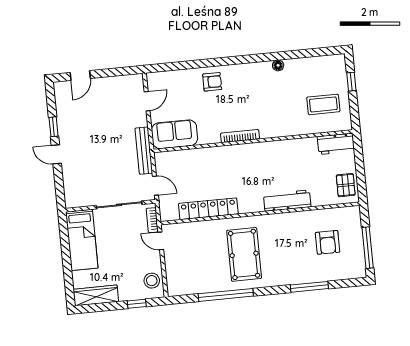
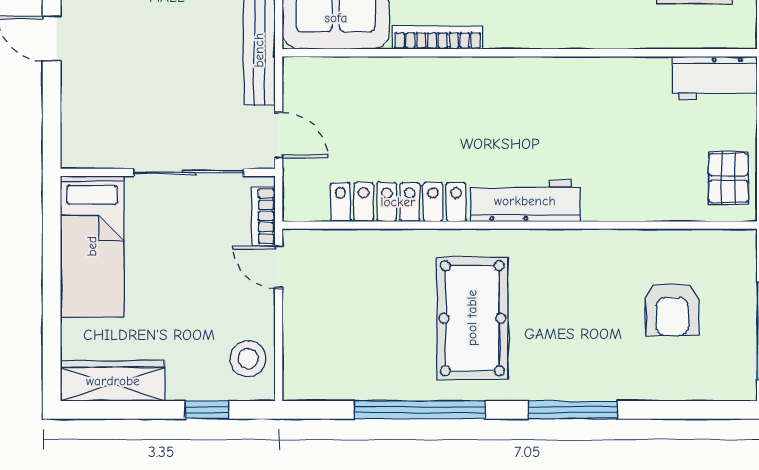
bookcase: (240, 136) -> (438, 38), moved
workbench: (287, 201) -> (525, 201), moved
window: (309, 287) -> (573, 410), moved

